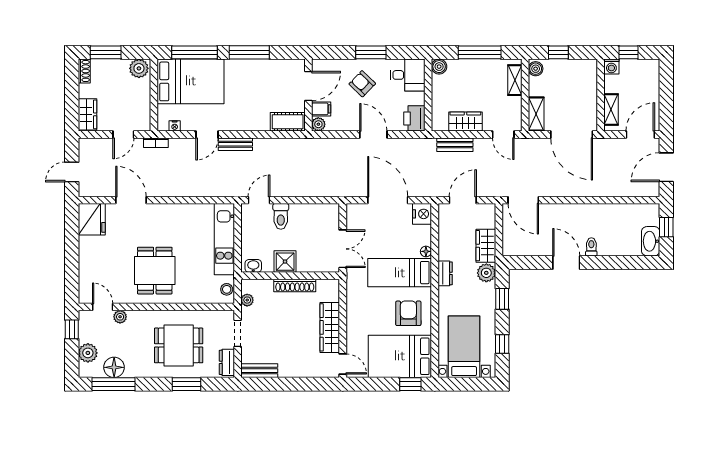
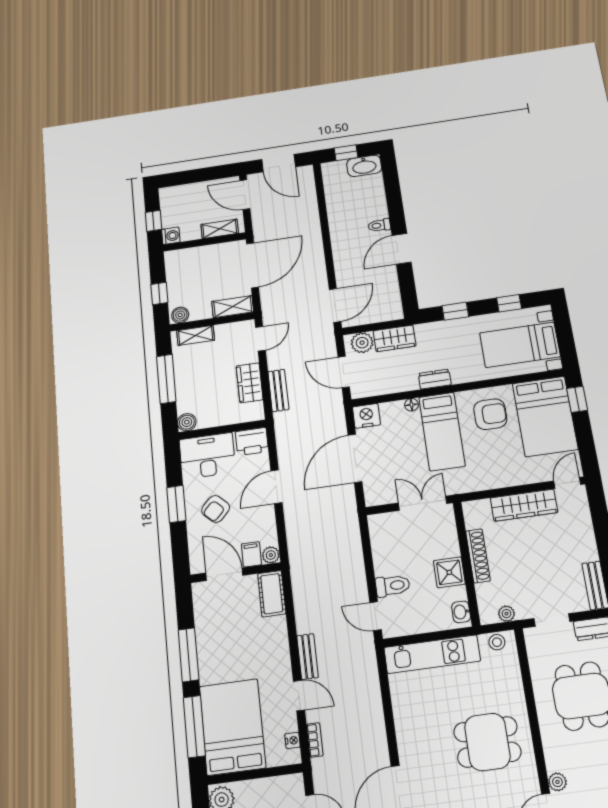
desk: (408, 75) -> (207, 456), width x1.37
bookcase: (156, 143) -> (315, 740), moved
plant: (486, 273) -> (362, 343), moved
armchair: (408, 313) -> (490, 414), turned 180

